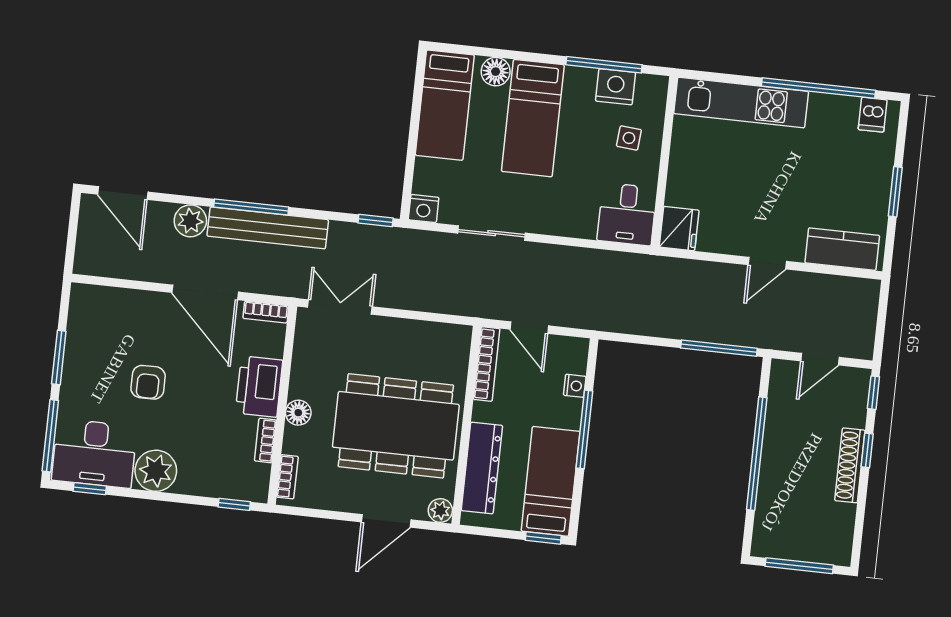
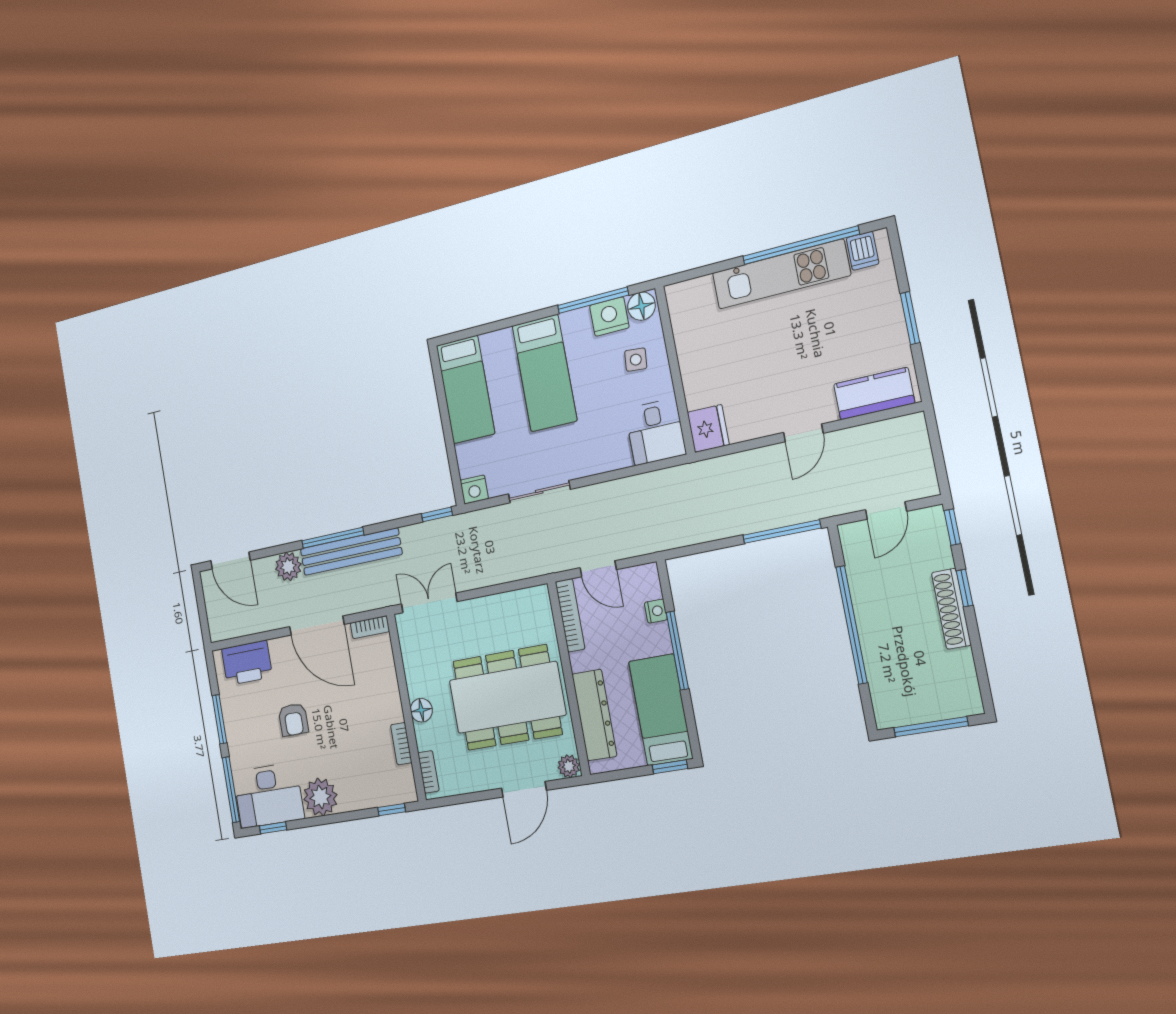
floor lamp: (496, 72) -> (641, 306), moved
kitchen unit: (741, 103) -> (781, 274), moved
printer: (259, 387) -> (247, 663), moved, turned -90

